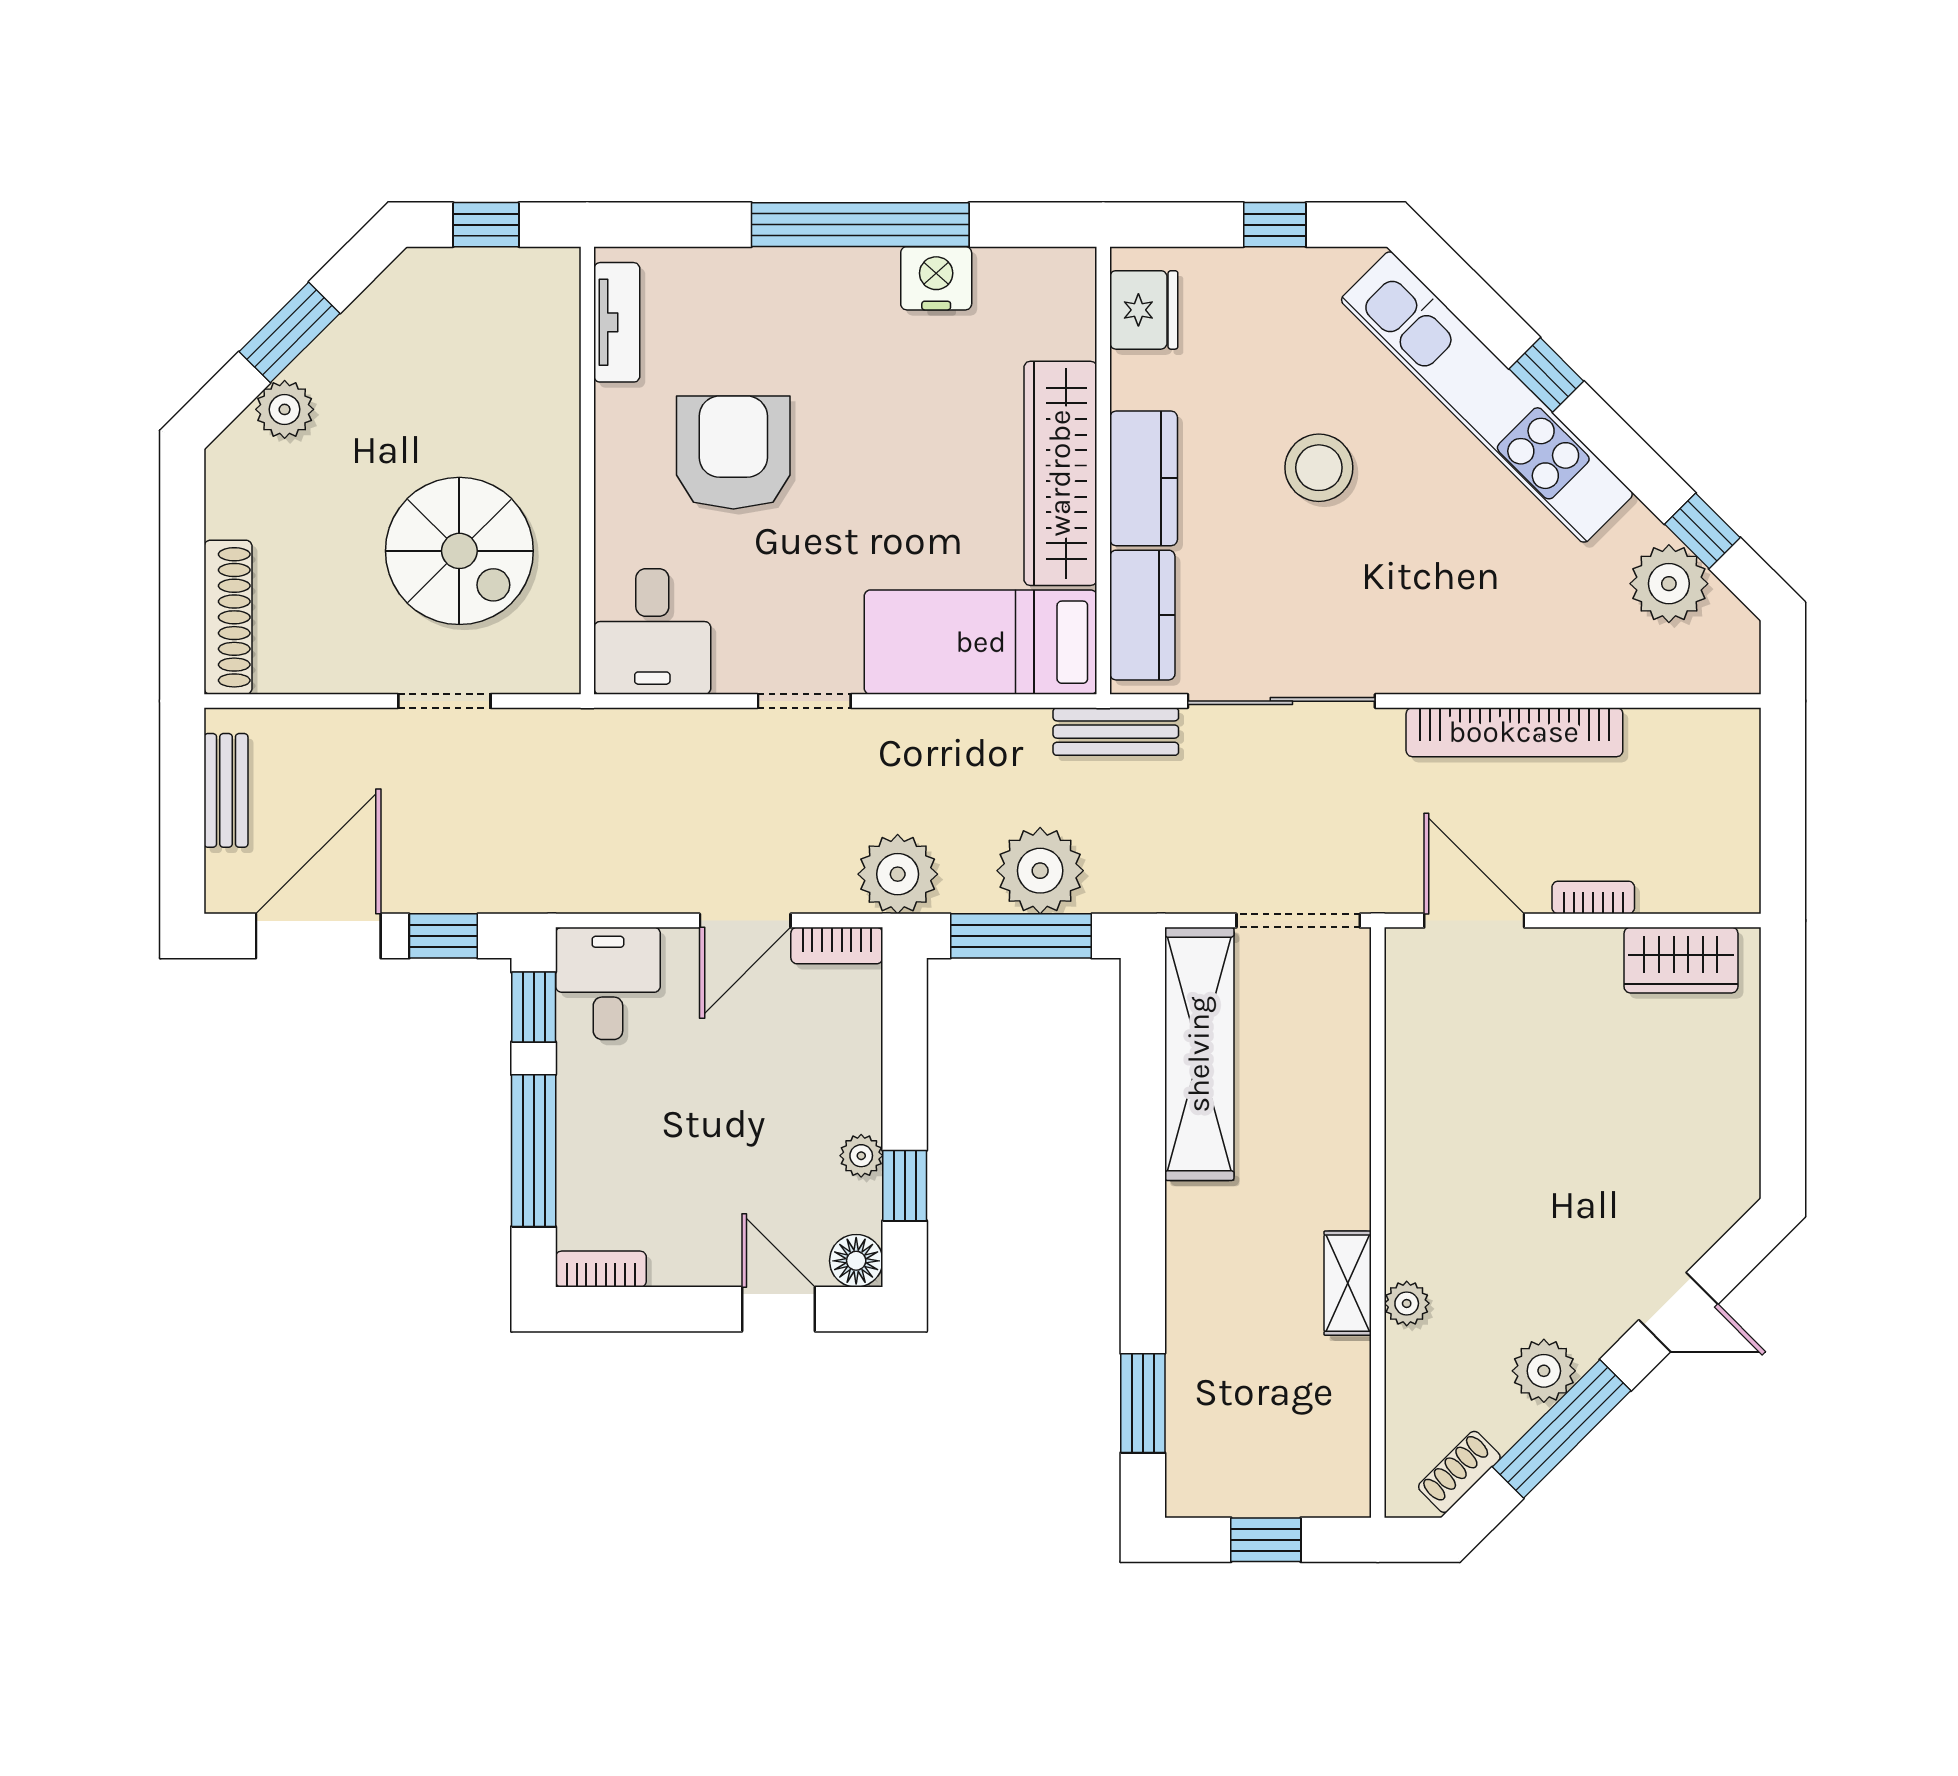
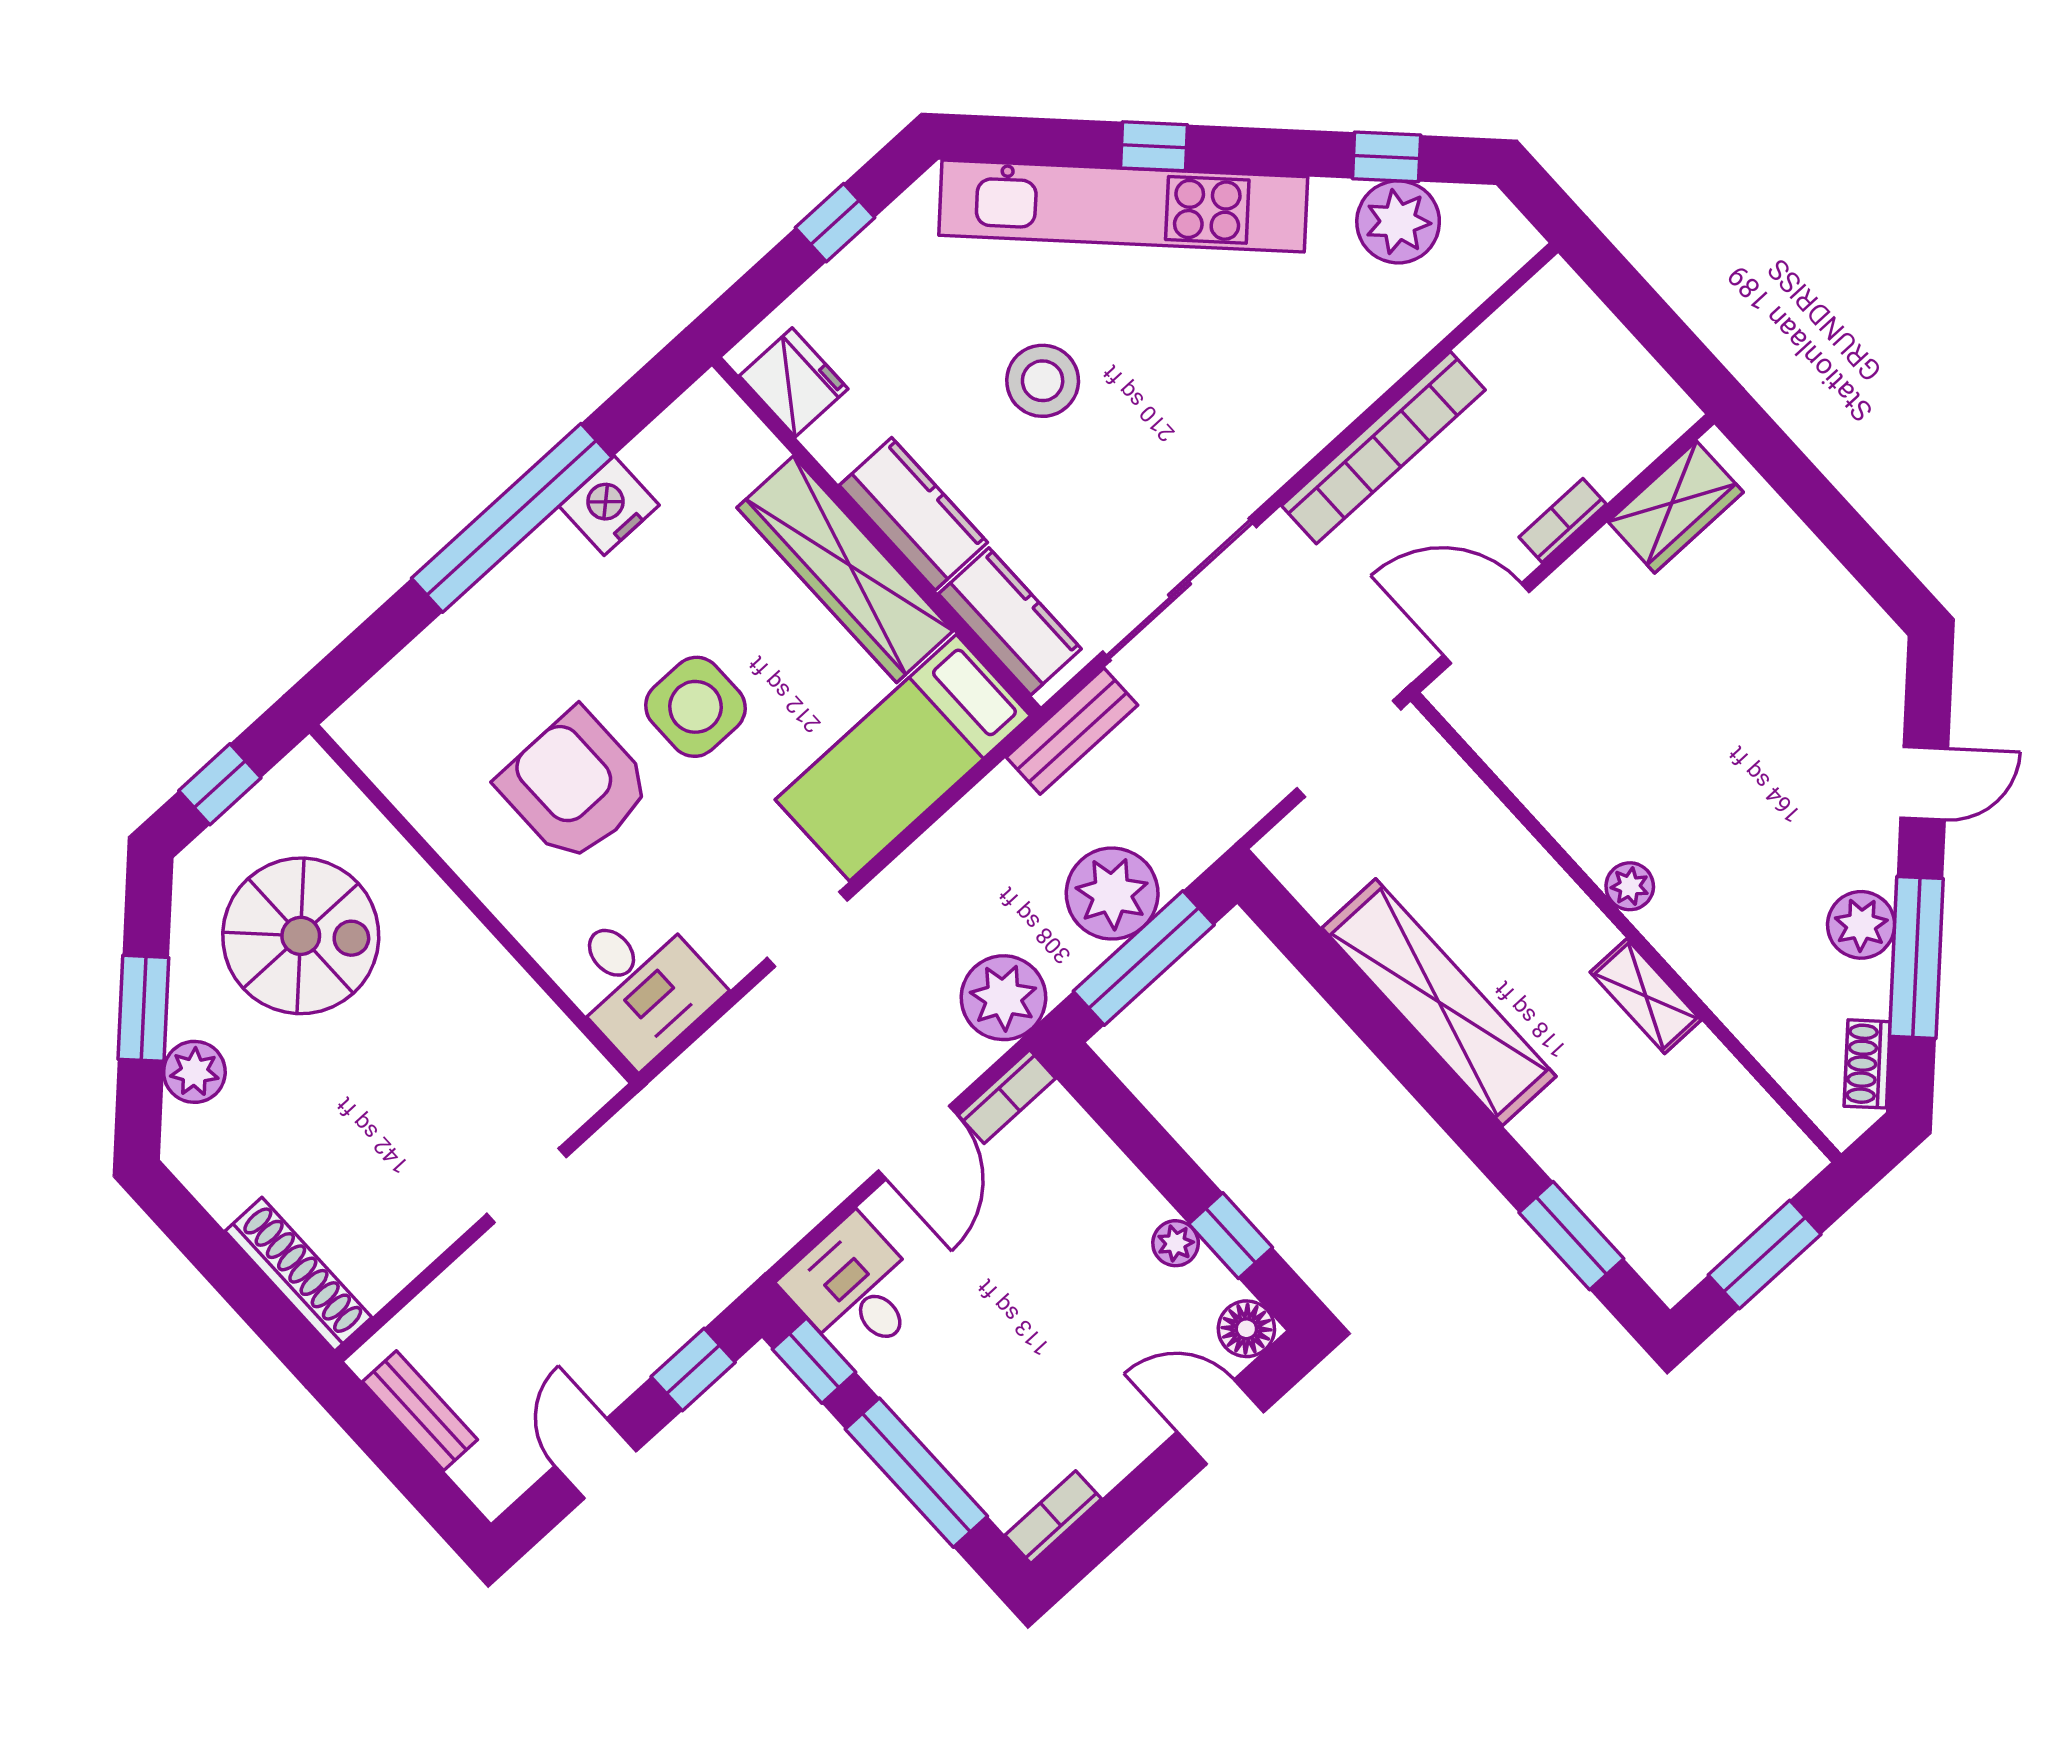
tv unit: (617, 322) -> (391, 767), removed
side table: (868, 474) -> (695, 707), added
spiral stairs: (459, 551) -> (301, 936), moved
door: (318, 936) -> (596, 1459), width x0.53
shelving: (1199, 1054) -> (1439, 1002), moved
plant: (1407, 1303) -> (1630, 886), moved
window: (1266, 1540) -> (1765, 1255), width x1.50

